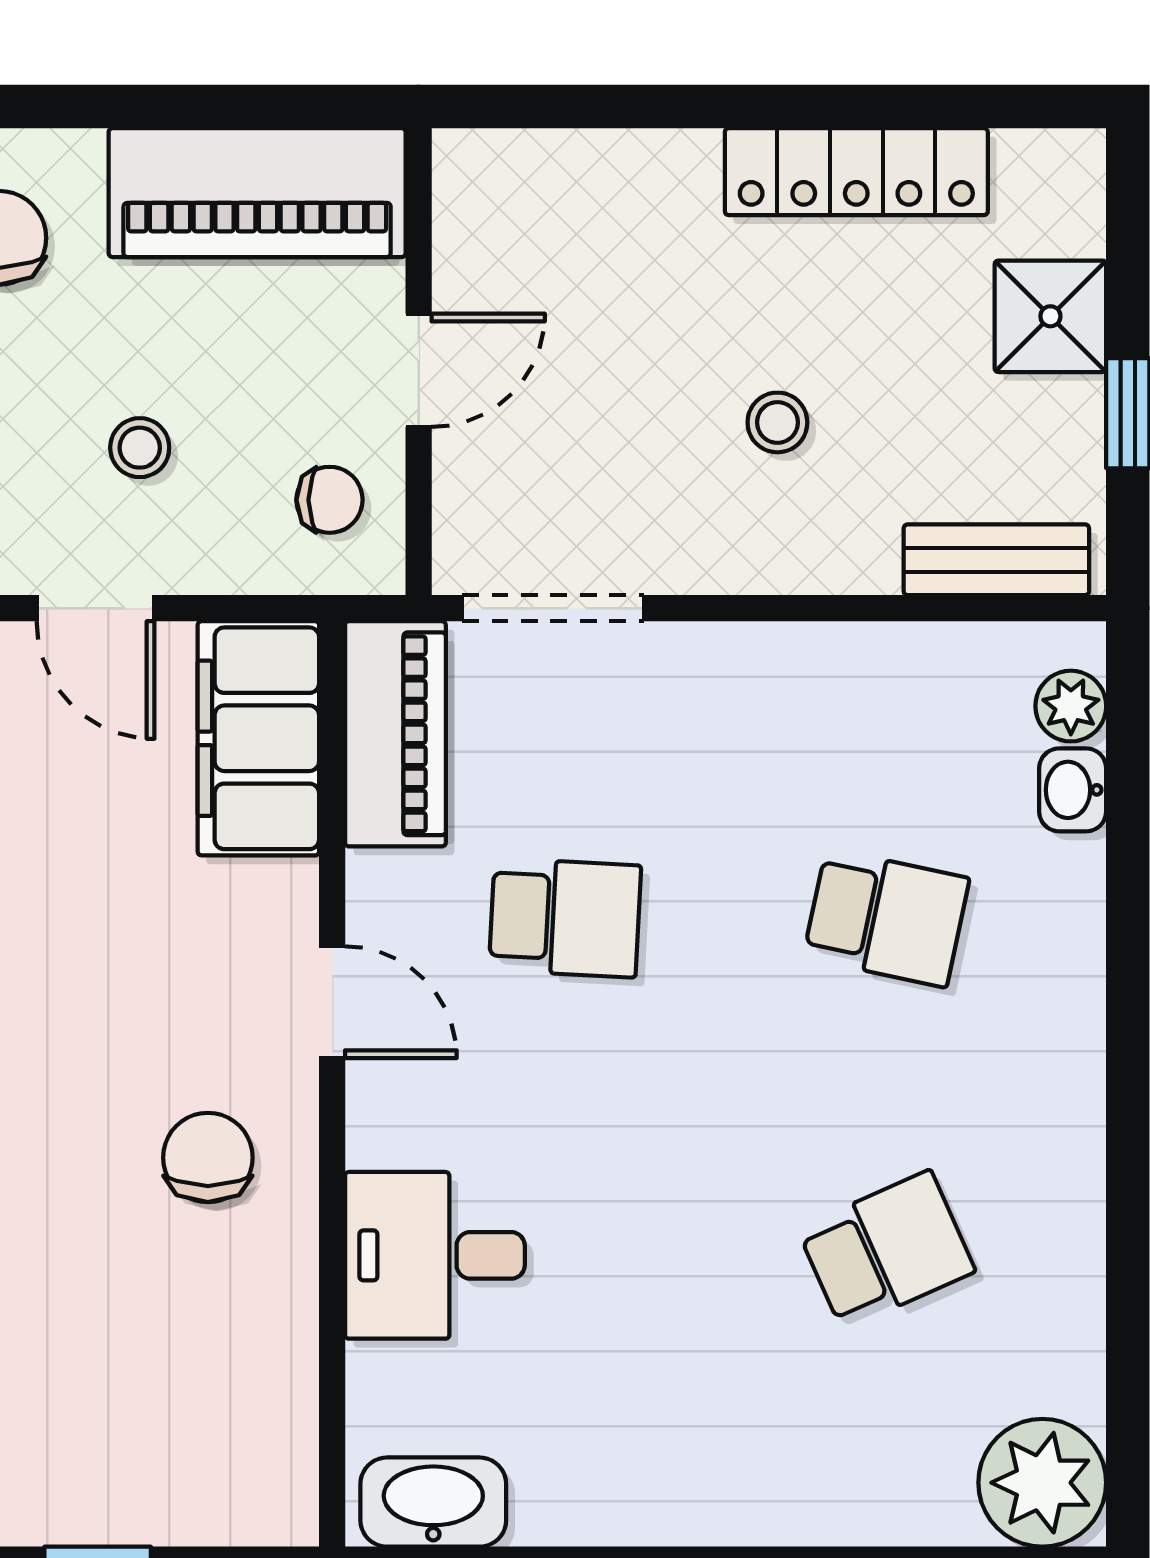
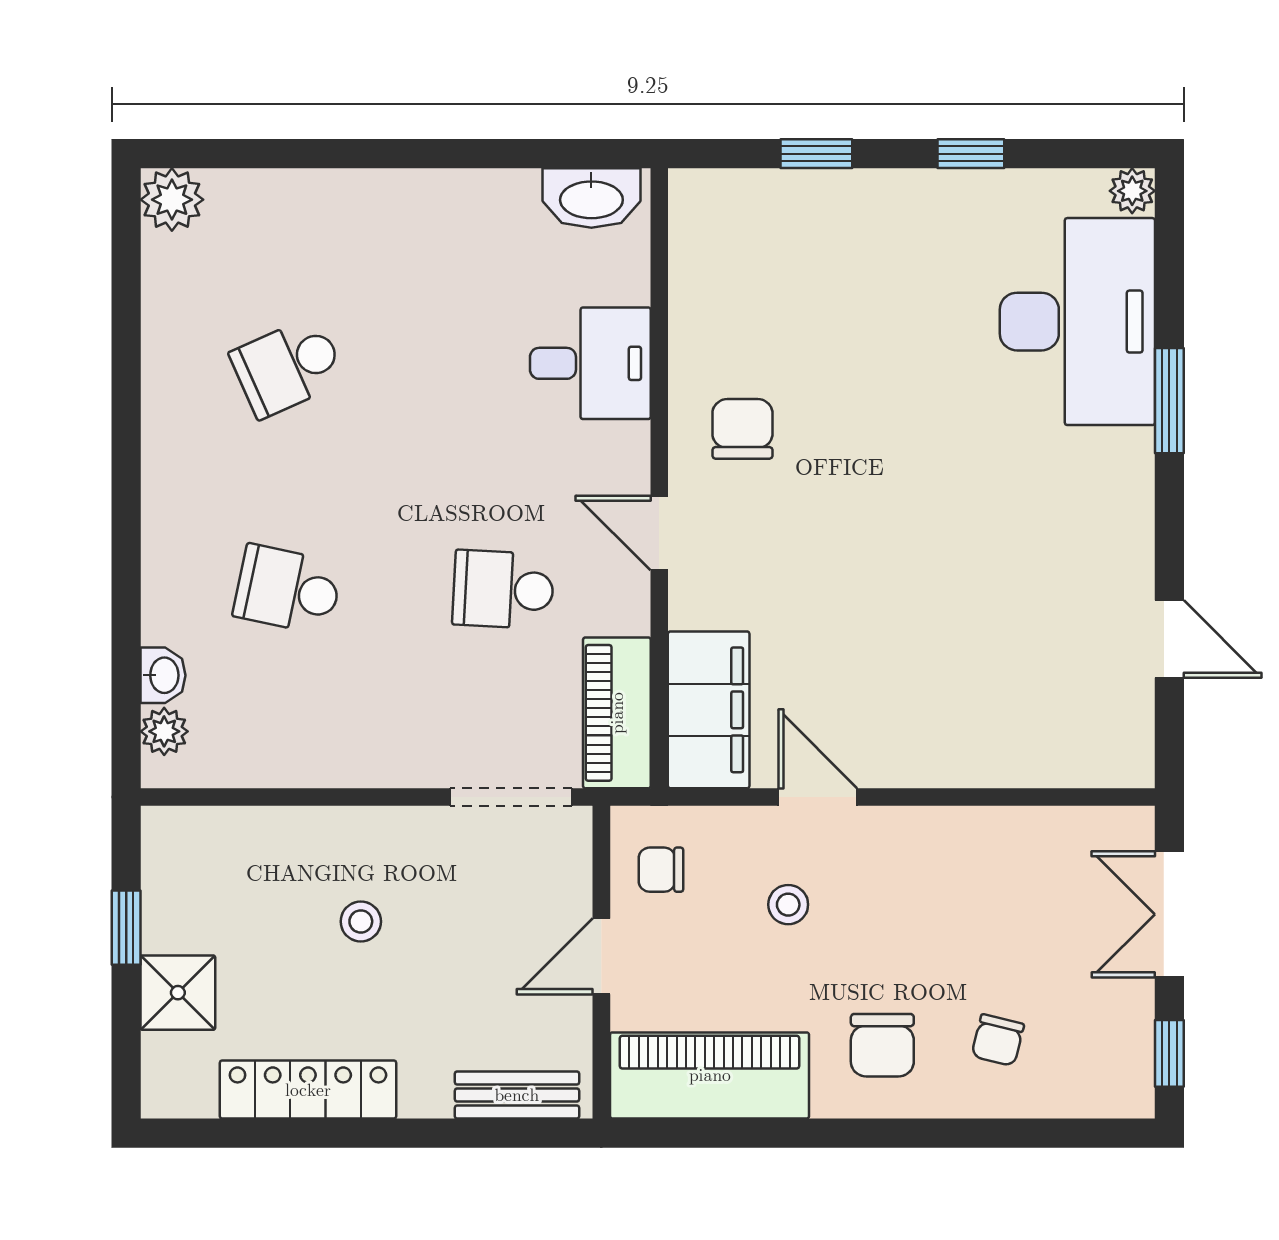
bench: (996, 560) -> (517, 1095), moved
chair: (208, 1158) -> (742, 429), turned 180
plant: (1042, 1483) -> (172, 200), width x0.73, depth x0.73

